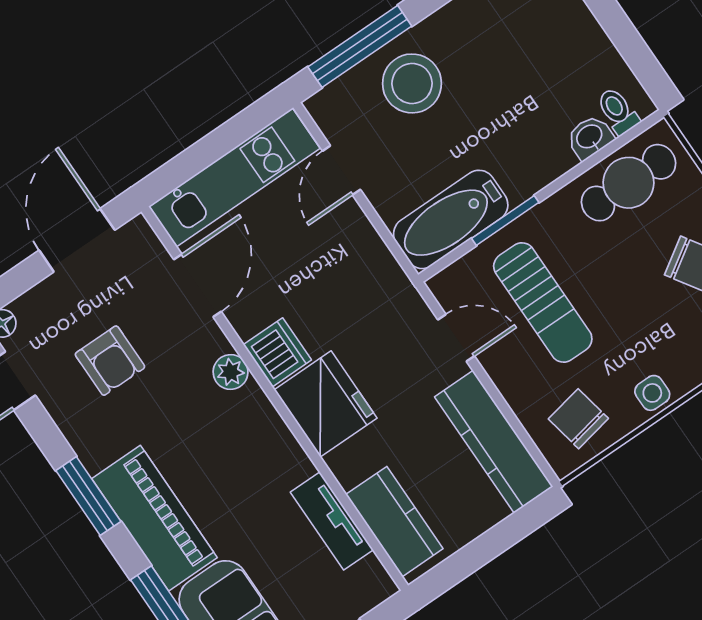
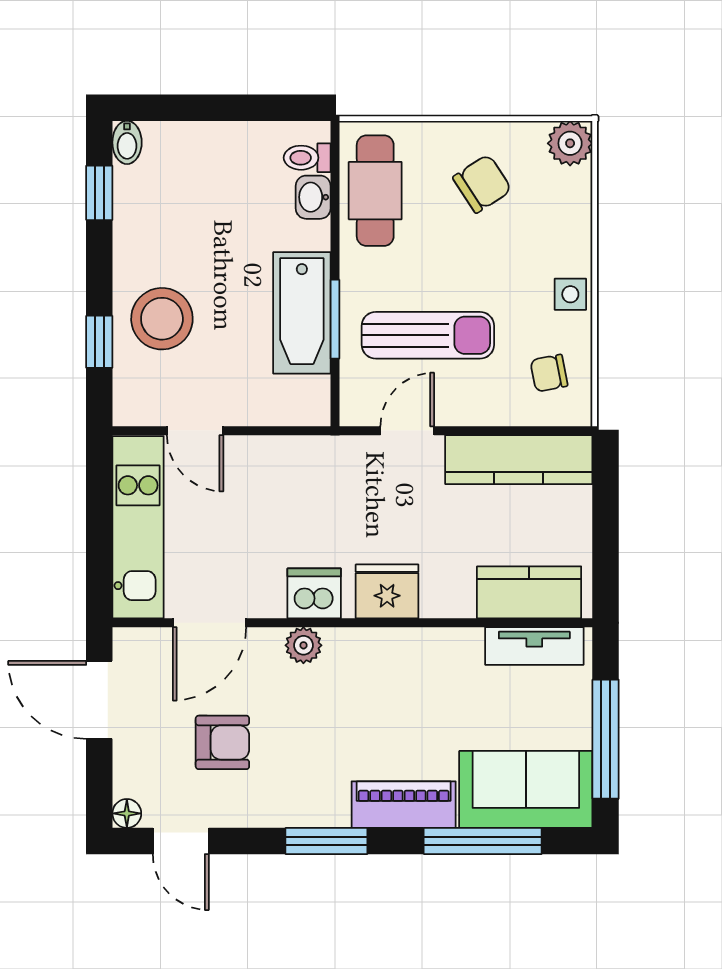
window: (360, 46) -> (99, 342), width x0.46
bathtub: (451, 219) -> (302, 313), moved
door: (197, 286) -> (209, 623), swing flipped
fridge: (326, 404) -> (387, 591), width x0.73, depth x0.75
chair: (578, 419) -> (549, 373), width x0.73, depth x0.73
piano: (155, 518) -> (404, 805), width x0.73, depth x0.75
tv unit: (332, 521) -> (534, 646), moved

